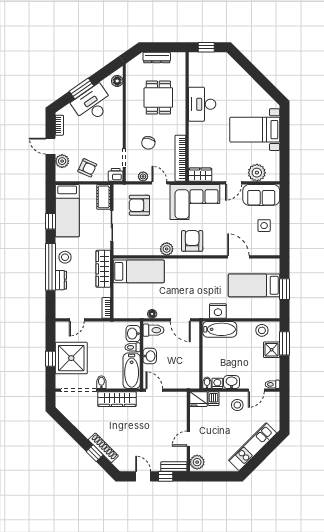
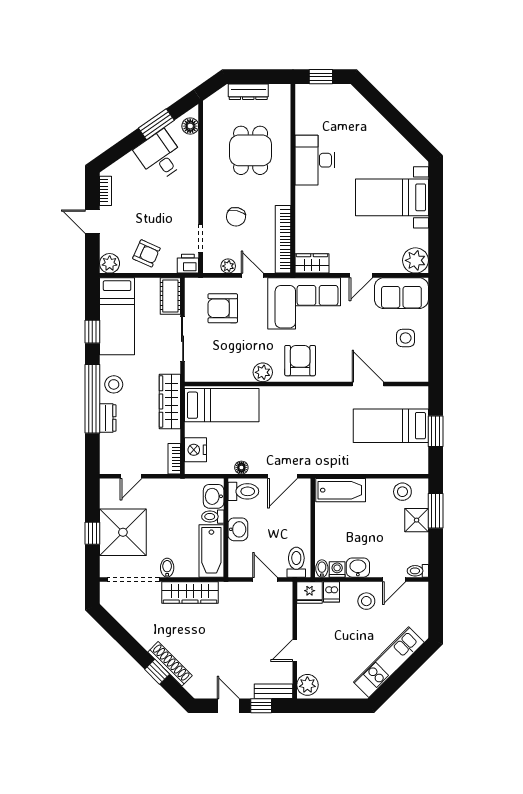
window: (81, 89) -> (156, 124), moved
desk: (93, 104) -> (160, 156), width x0.73
plant: (62, 161) -> (110, 263), moved
plant: (257, 173) -> (415, 260), moved
nightstand: (218, 311) -> (196, 450), moved, turned 90
door: (180, 320) -> (283, 476), hinge flipped
toilet: (190, 378) -> (296, 562), added
door: (154, 390) -> (265, 579), moved

